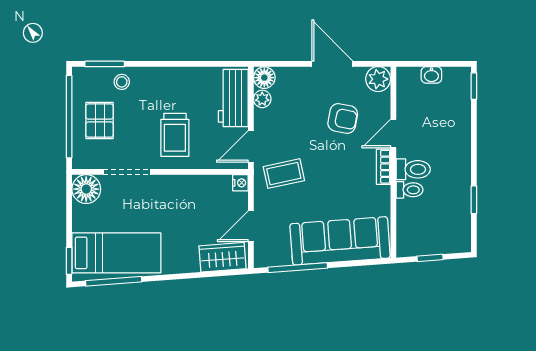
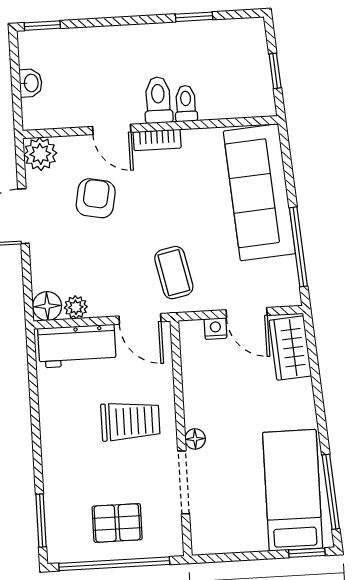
stool: (122, 82) -> (64, 496), removed
nightstand: (240, 183) -> (215, 329), moved
floor lamp: (86, 189) -> (195, 439), moved, width x0.53, depth x0.53

